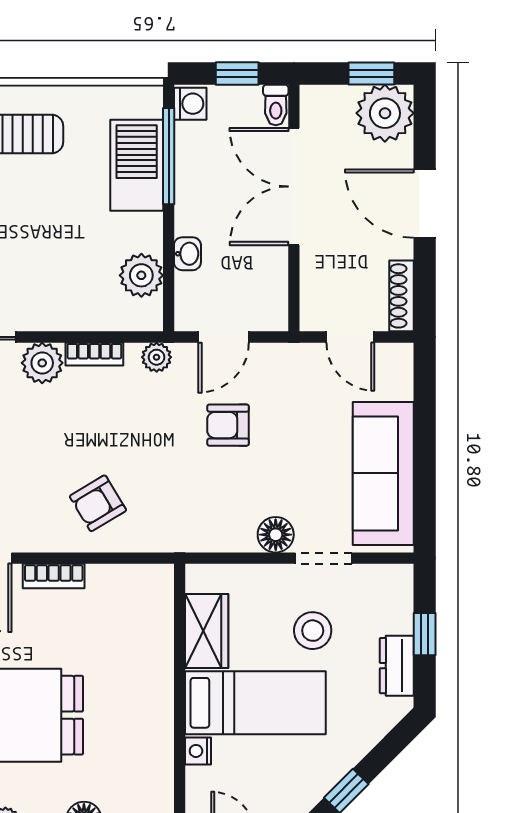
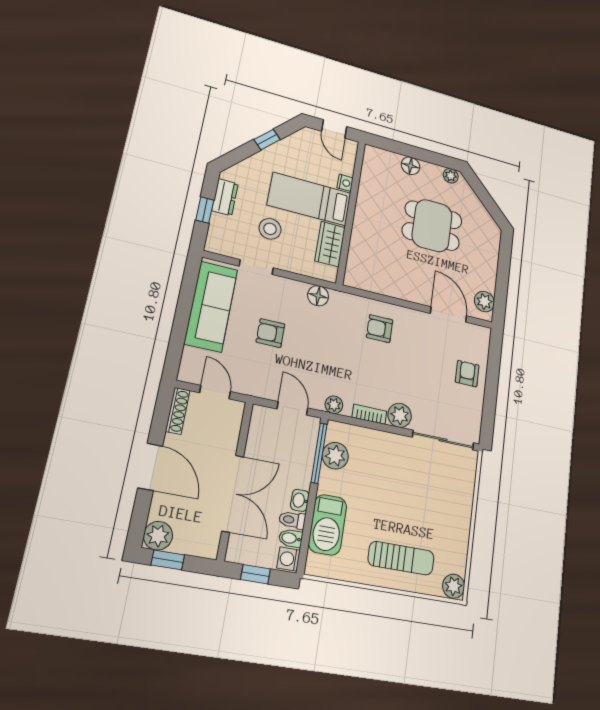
toilet: (276, 105) -> (292, 520), moved, turned -90
plant: (385, 113) -> (158, 536), width x0.73, depth x0.73
bidet: (192, 135) -> (291, 538), added
window: (169, 156) -> (319, 453), moved
washbasin: (187, 254) -> (300, 500), moved
door: (224, 337) -> (292, 408), hinge flipped
armchair: (228, 425) -> (270, 333), moved, turned 180
armchair: (98, 503) -> (380, 329), turned -149
floor lamp: (276, 535) -> (318, 296), moved
bookcase: (54, 576) -> (409, 295), removed

